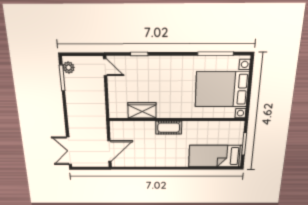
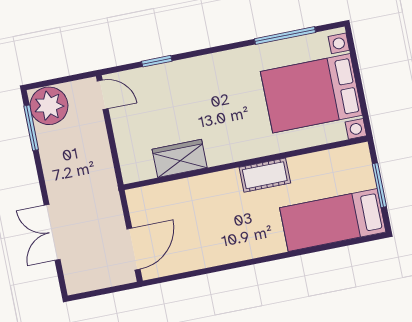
plant: (69, 67) -> (49, 106), width x1.87, depth x1.87
cot: (169, 128) -> (265, 175), moved
double door: (69, 151) -> (52, 232), moved

